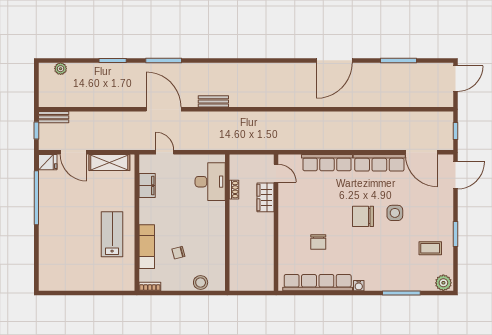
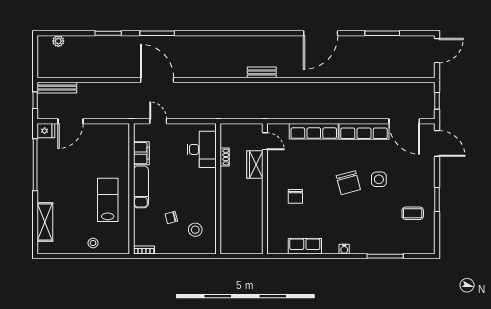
bench: (213, 101) -> (262, 72), moved
bench: (54, 117) -> (57, 88), width x1.36
door: (73, 152) -> (71, 121), hinge flipped
shelving: (109, 163) -> (45, 222), moved, turned 90
door: (455, 175) -> (437, 143), hinge flipped
chair: (363, 216) -> (348, 183), turned -105
chair: (318, 242) -> (295, 196), moved
exam couch: (147, 247) -> (141, 187), moved
stool: (97, 279) -> (93, 243), added
stool: (201, 282) -> (195, 230), moved
row of seats: (318, 283) -> (305, 246), width x0.50
plant: (443, 283) -> (425, 246), removed

